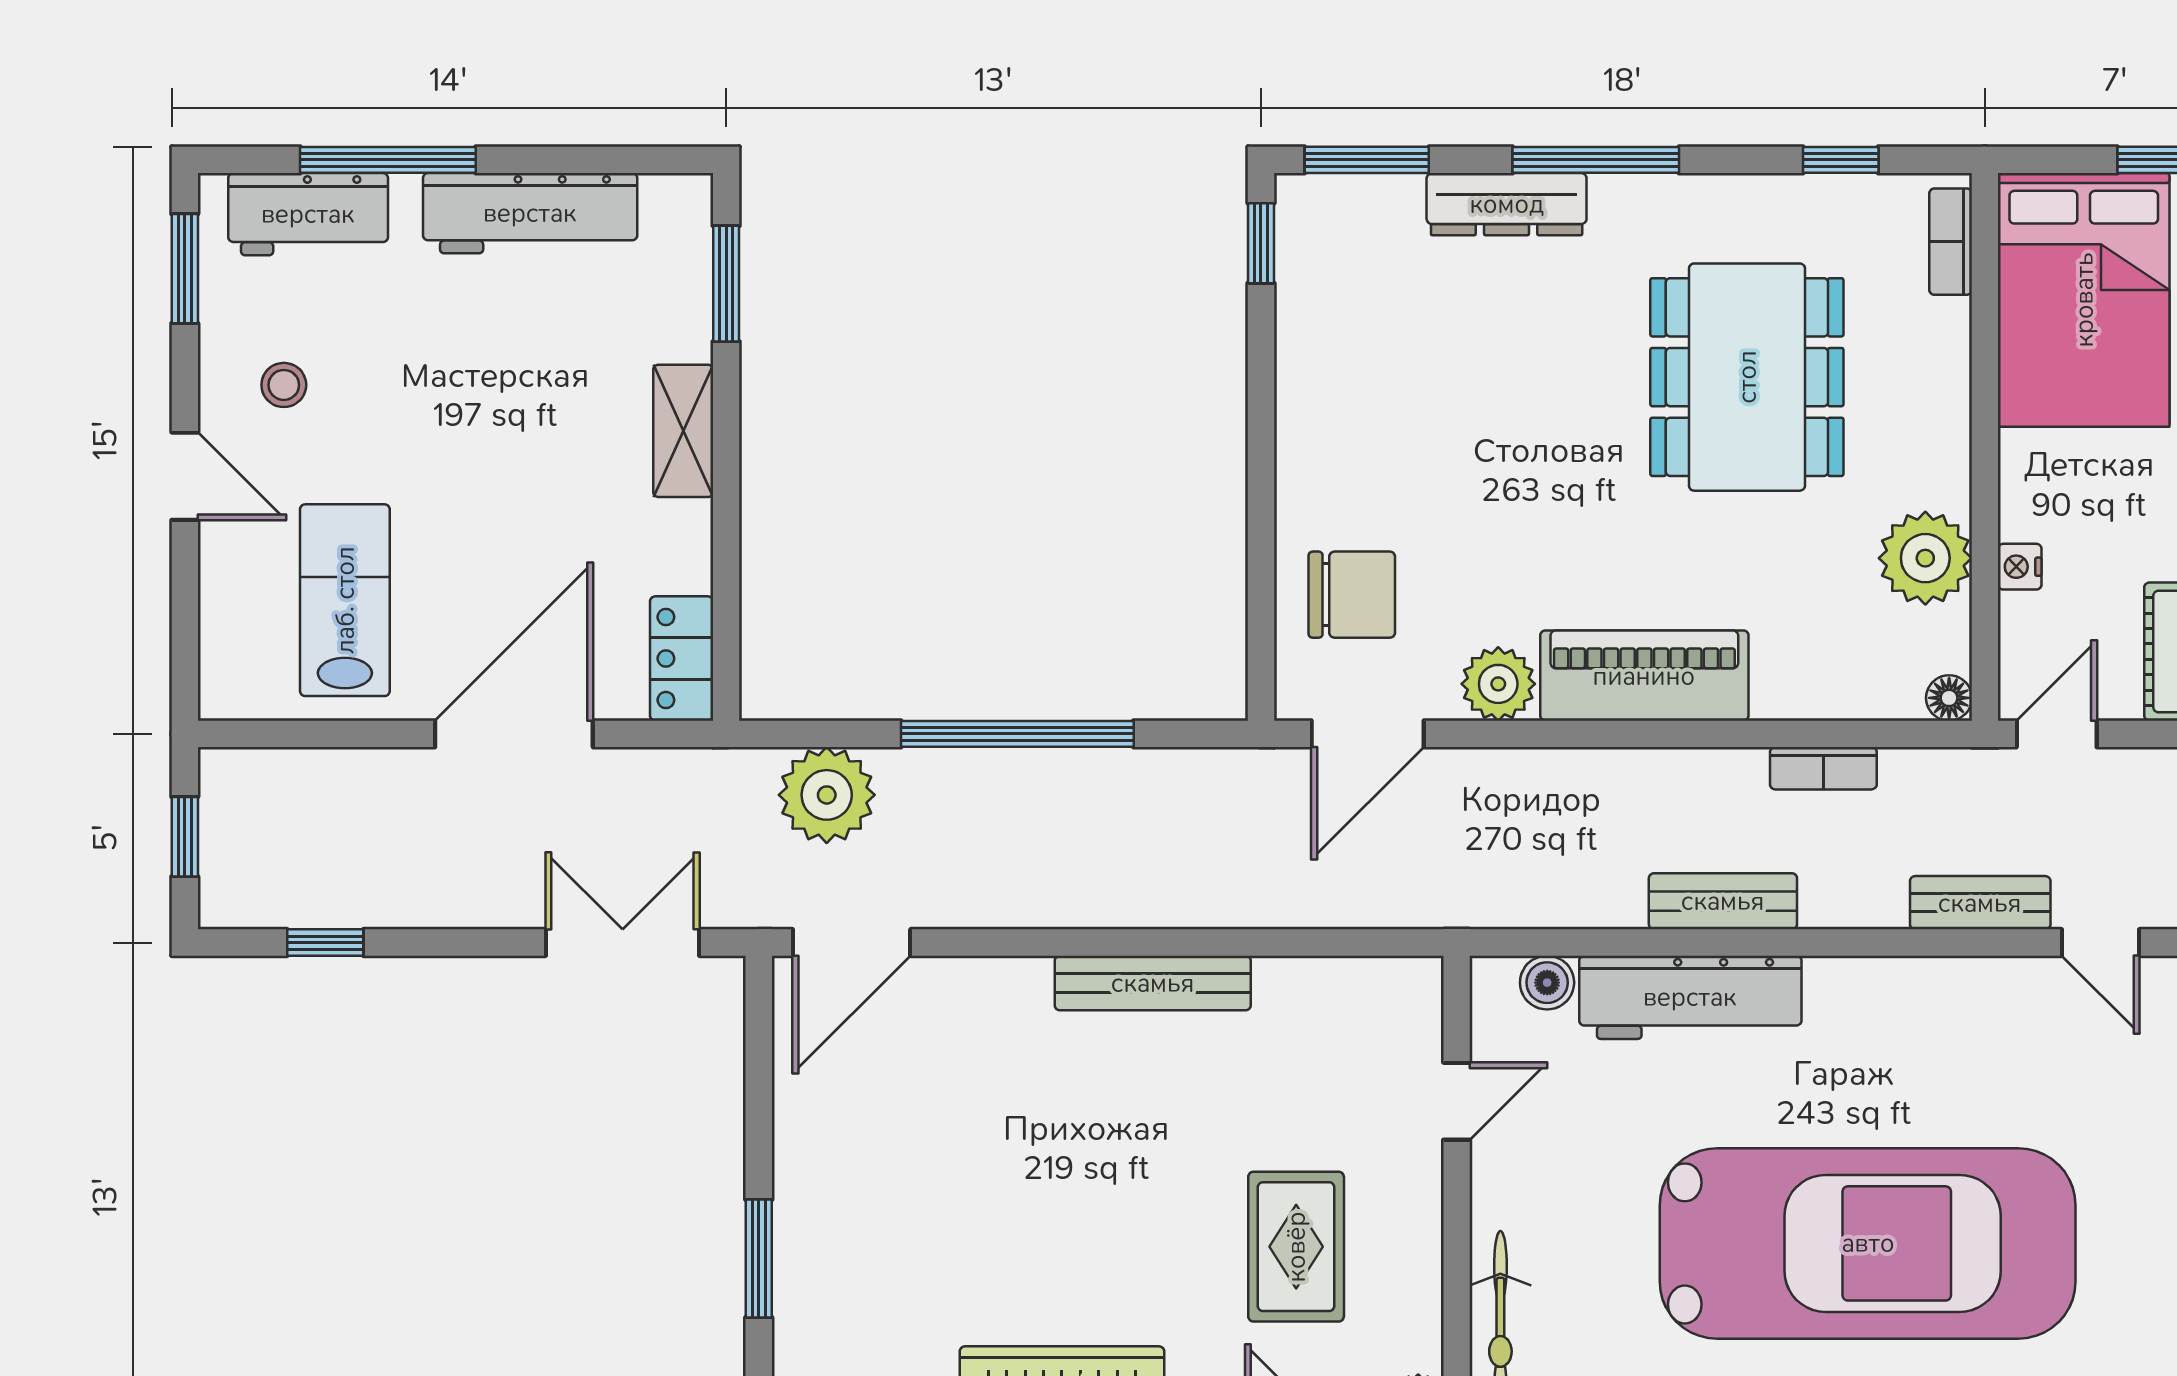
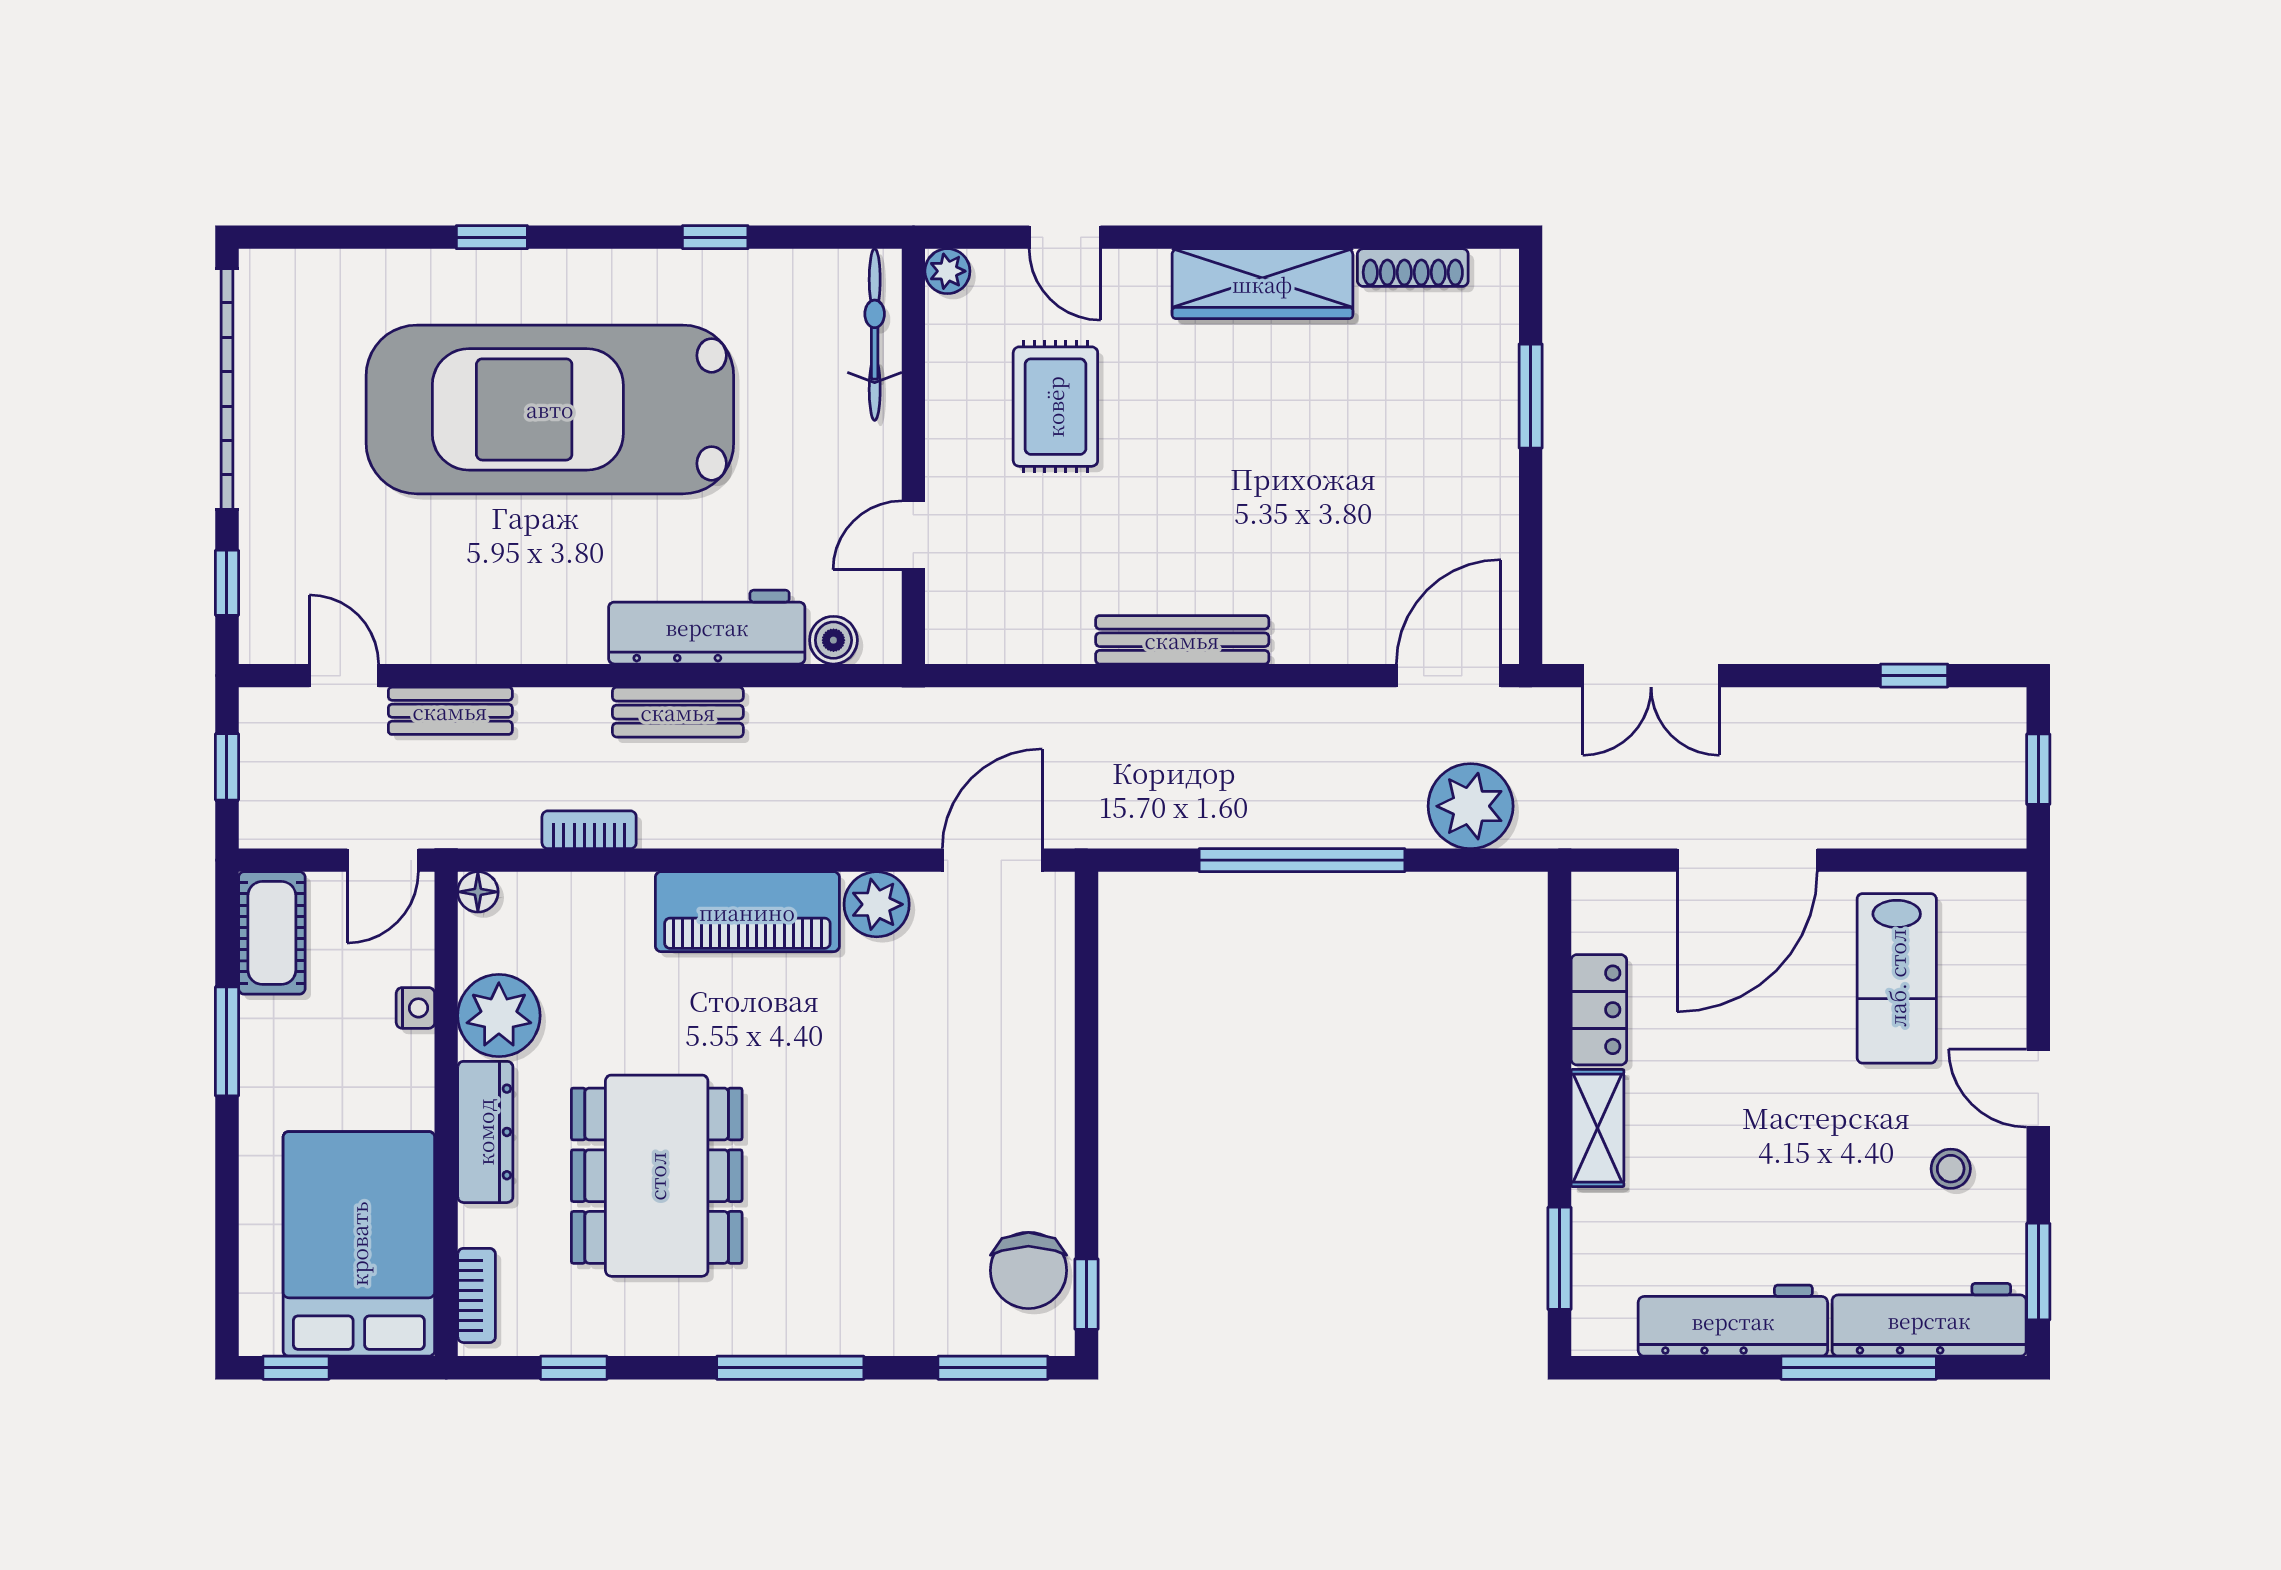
dresser: (1507, 204) -> (485, 1132), moved, turned 90
workbench: (308, 214) -> (1929, 1320), width x1.38
chair: (1352, 595) -> (1028, 1270), moved, turned -90
locker: (682, 659) -> (1599, 1010), moved

